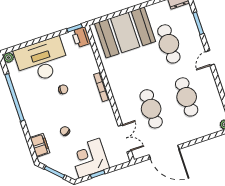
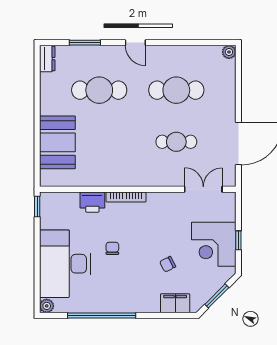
booth: (125, 32) -> (57, 142), width x0.73, depth x0.70
printer: (81, 37) -> (92, 202), moved
cafe table: (151, 109) -> (176, 142), width x0.73, depth x0.74

